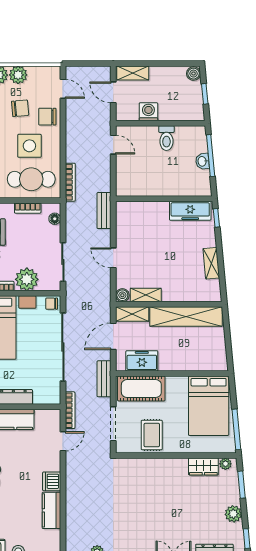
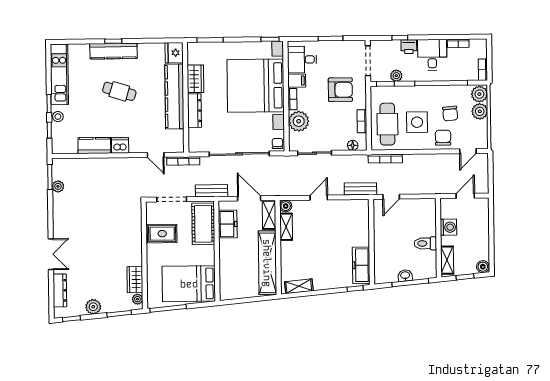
shelving: (133, 73) -> (447, 260), moved
door: (113, 145) -> (391, 197), moved
shelving: (211, 263) -> (299, 286), moved

